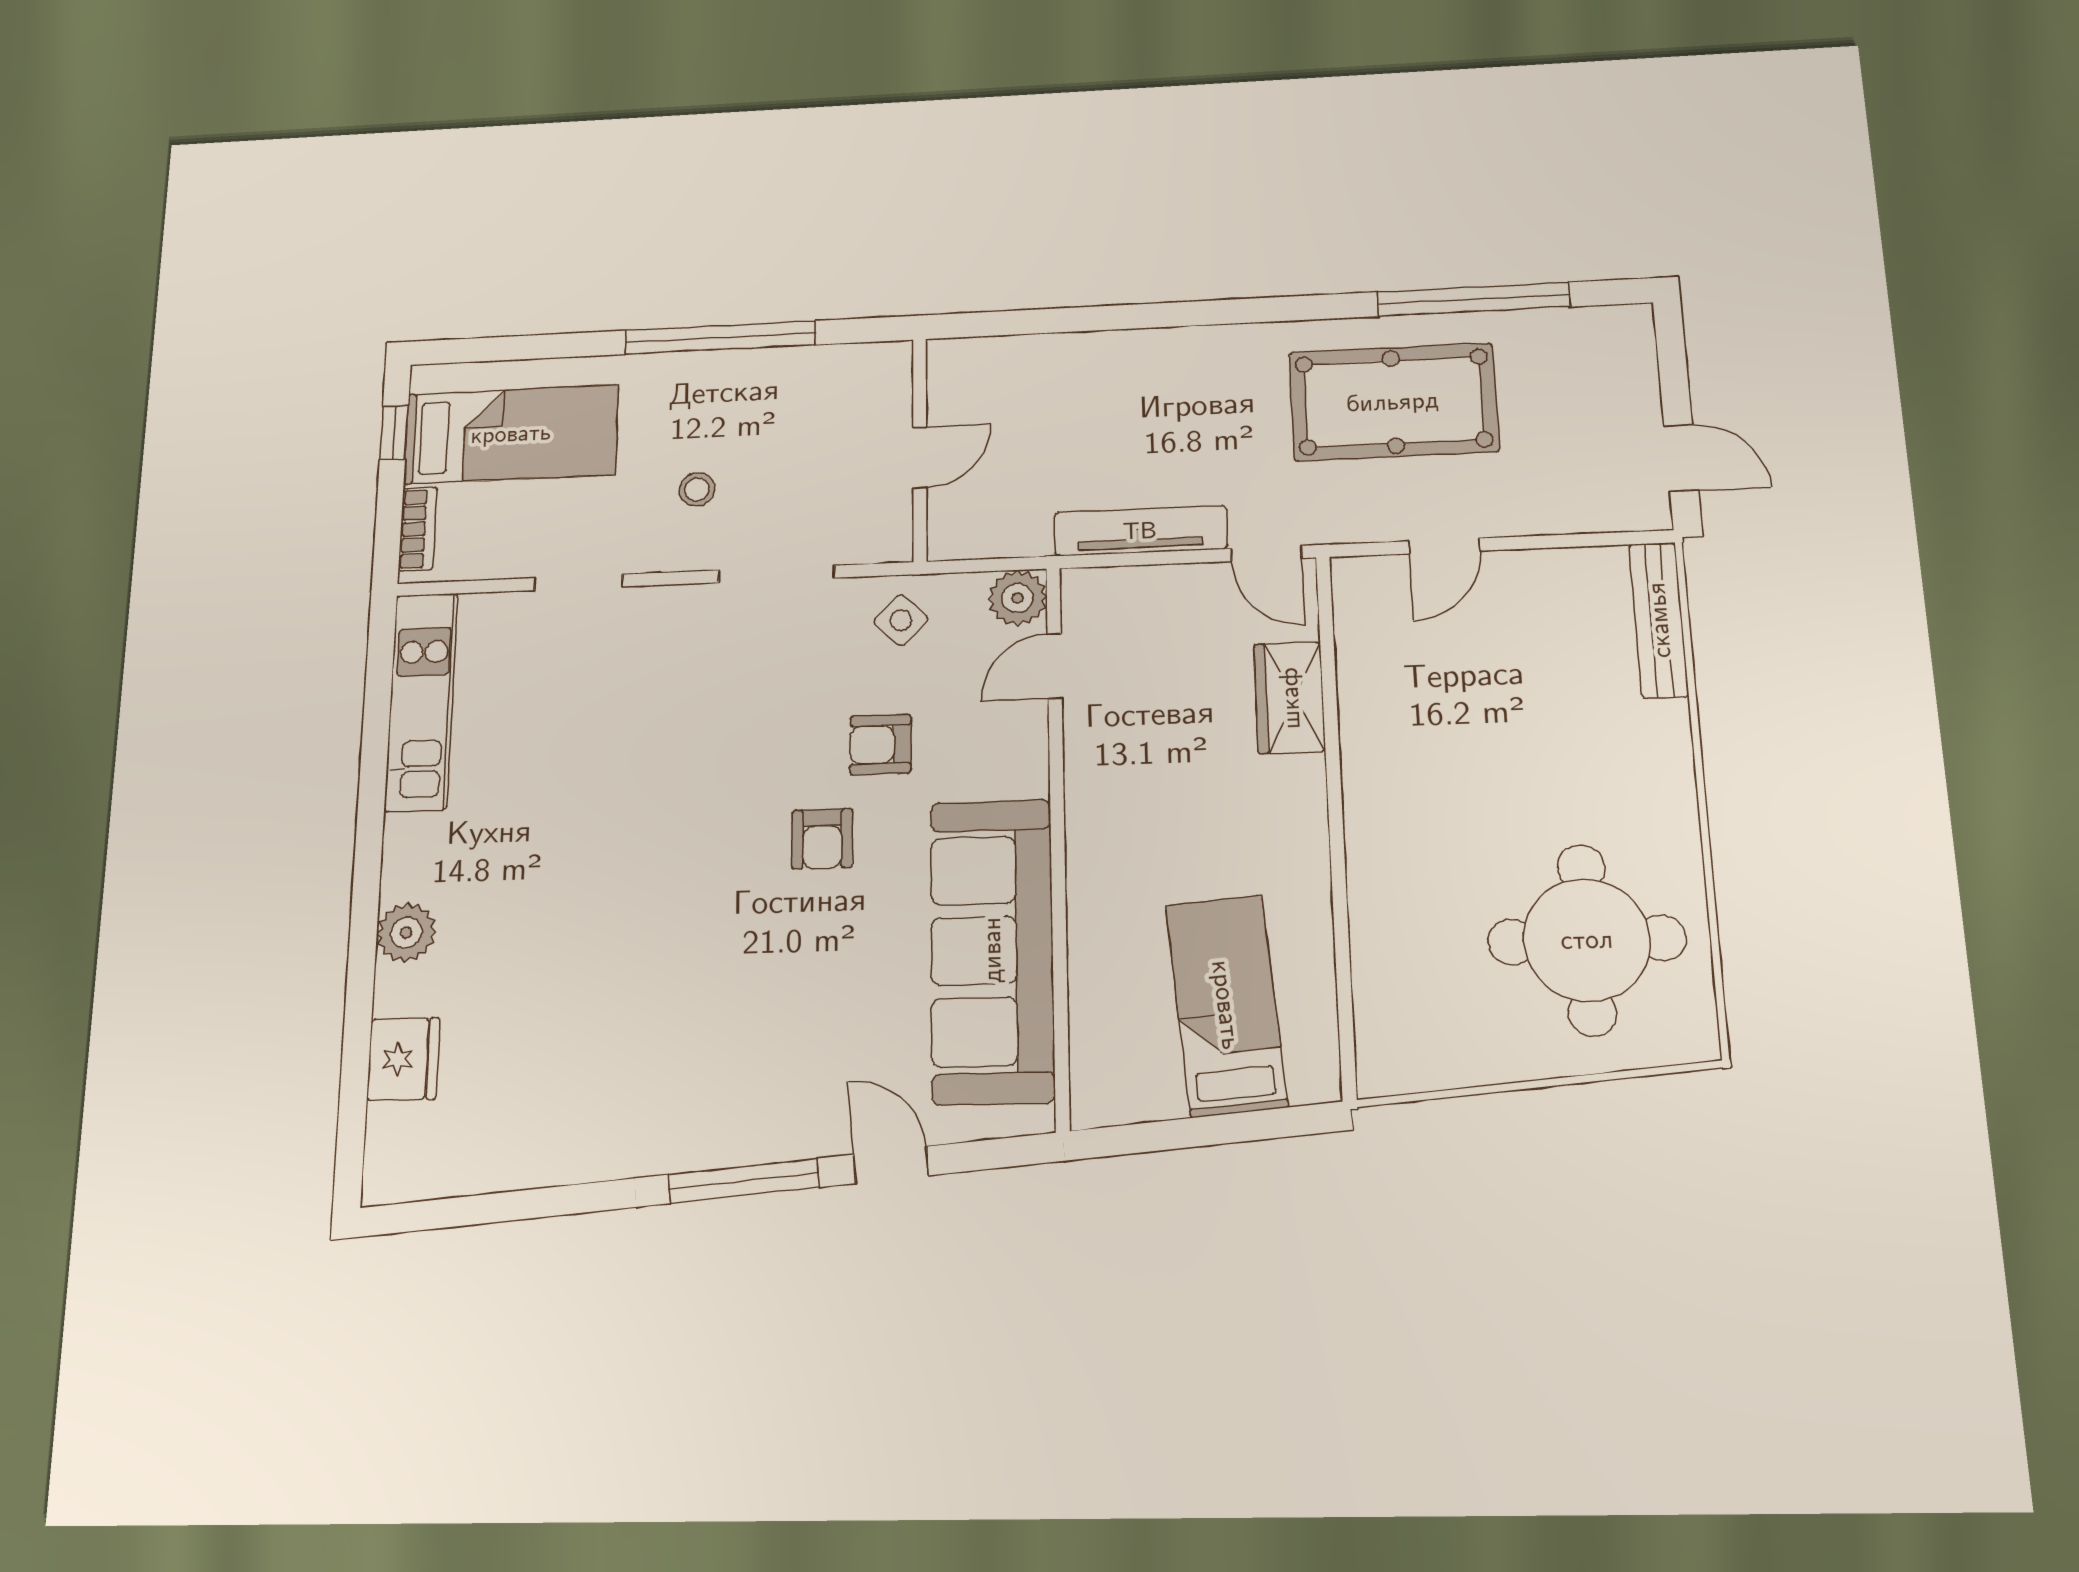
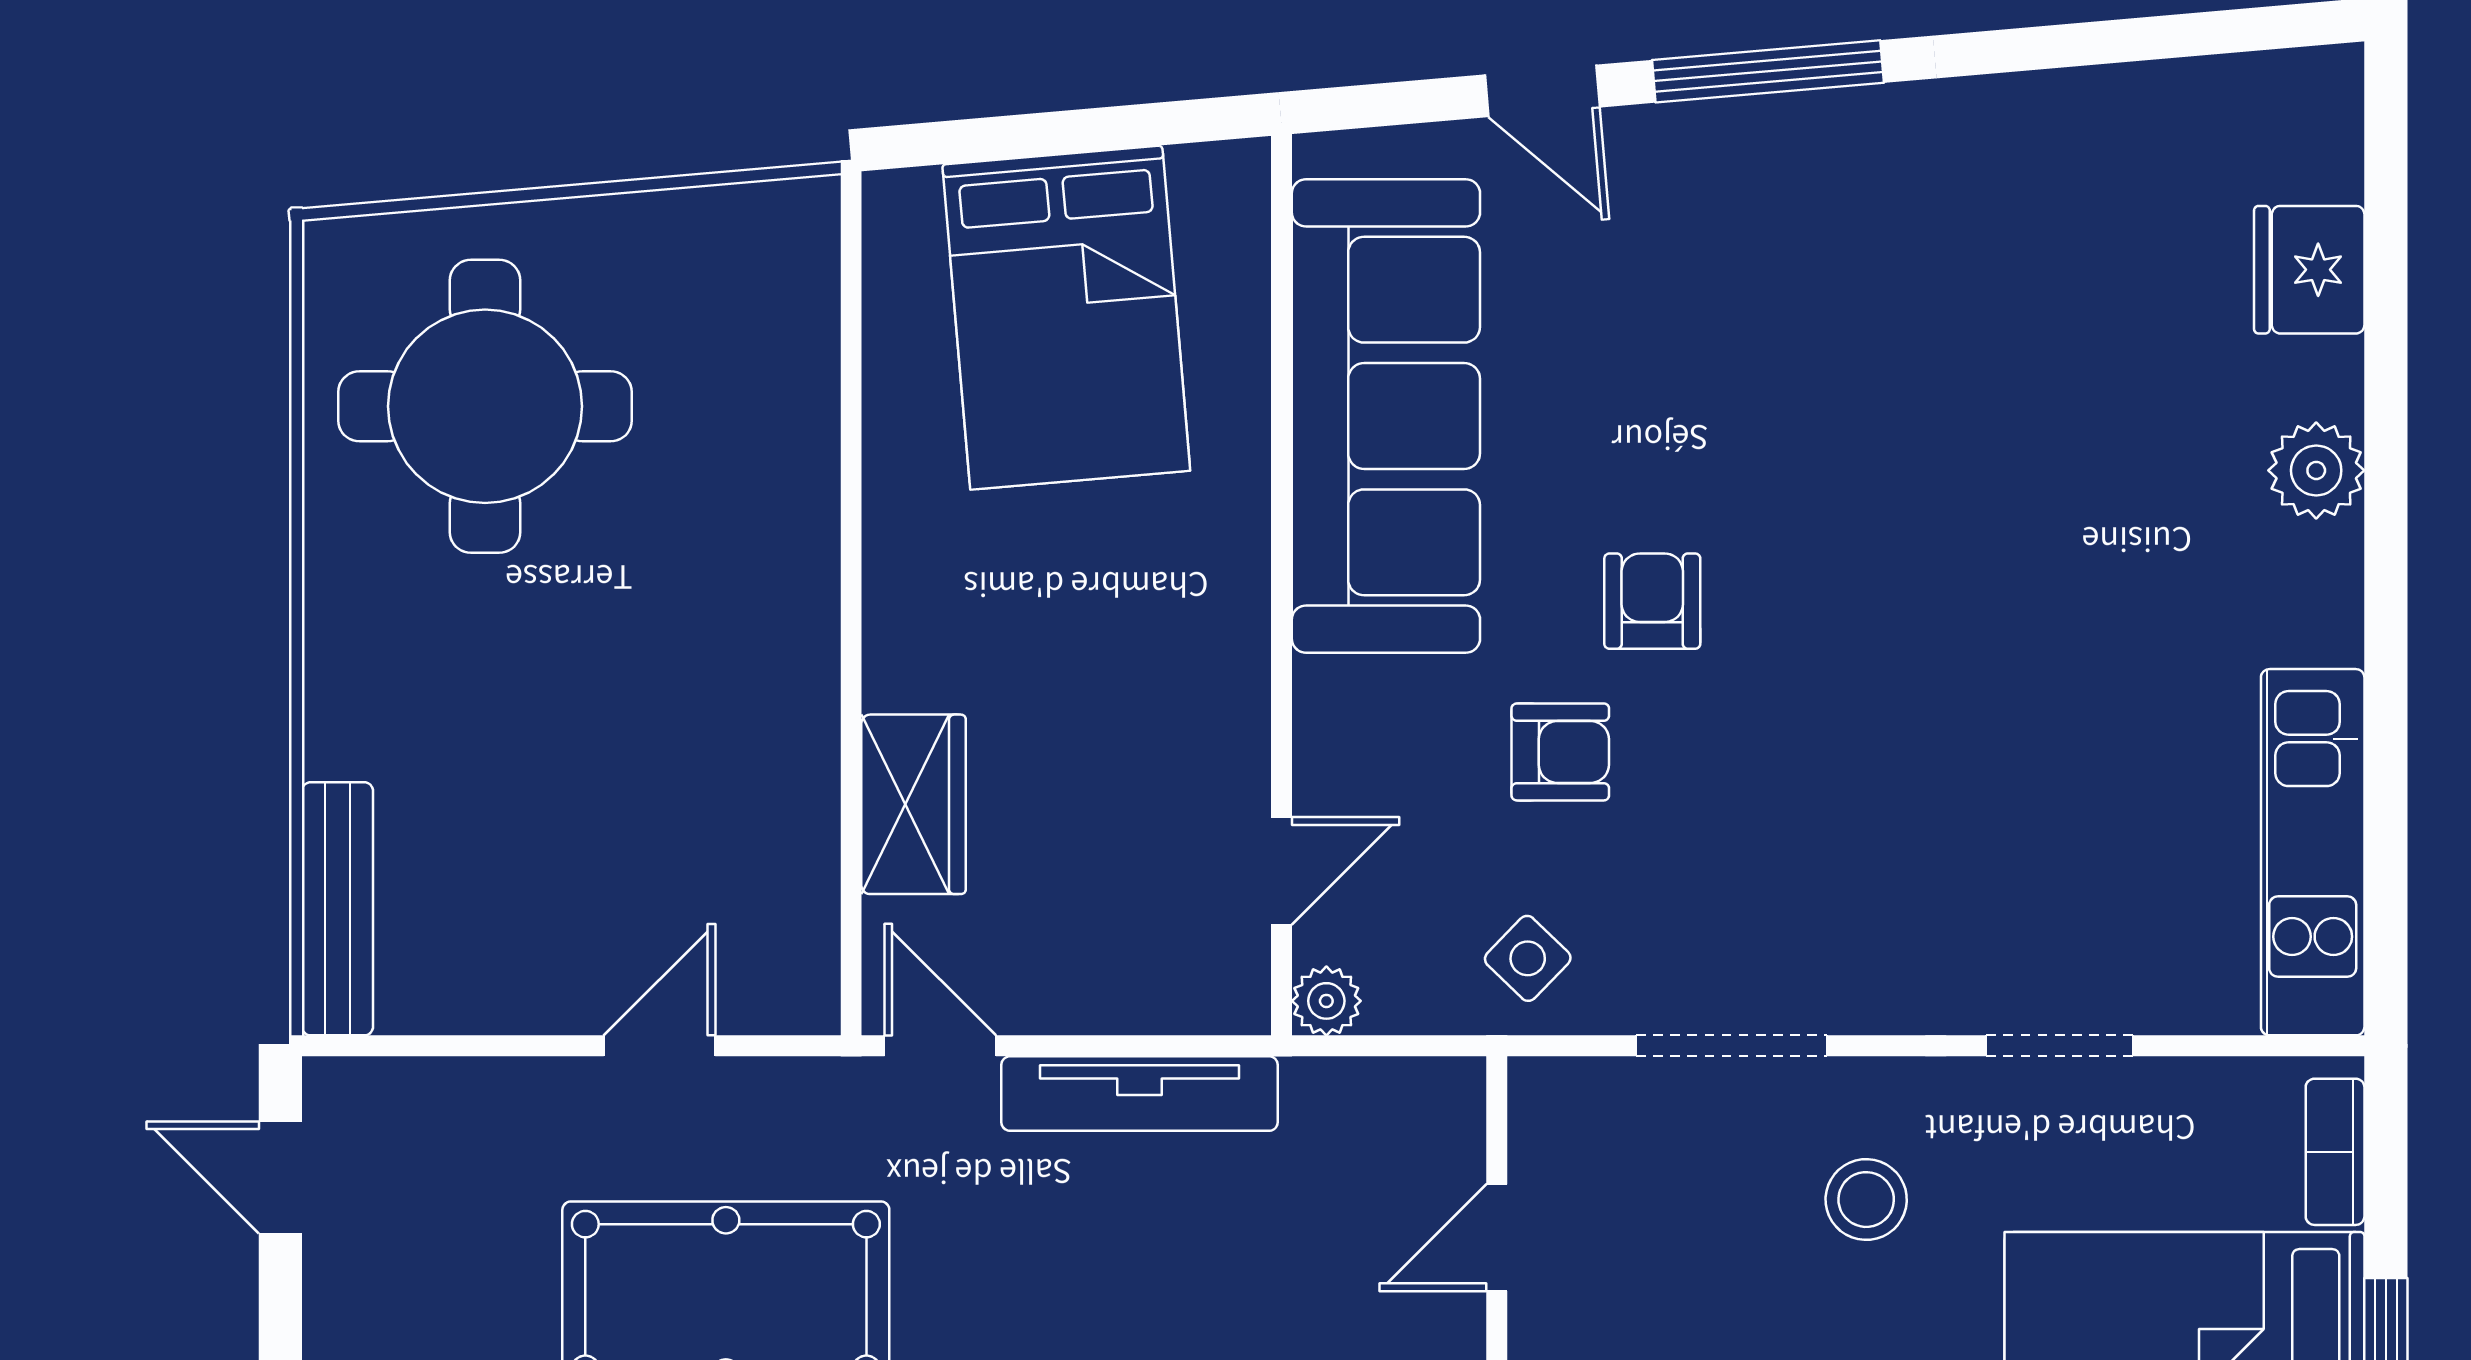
stool: (697, 489) -> (1866, 1200), width x1.37, depth x1.37
plant: (1017, 598) -> (1326, 1001), width x0.73, depth x0.73
bed: (1226, 1005) -> (1066, 318), width x1.50

